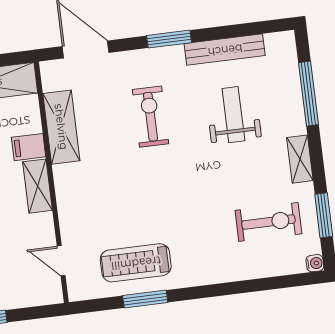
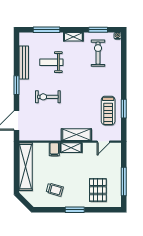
shelving: (61, 127) -> (76, 135), moved

